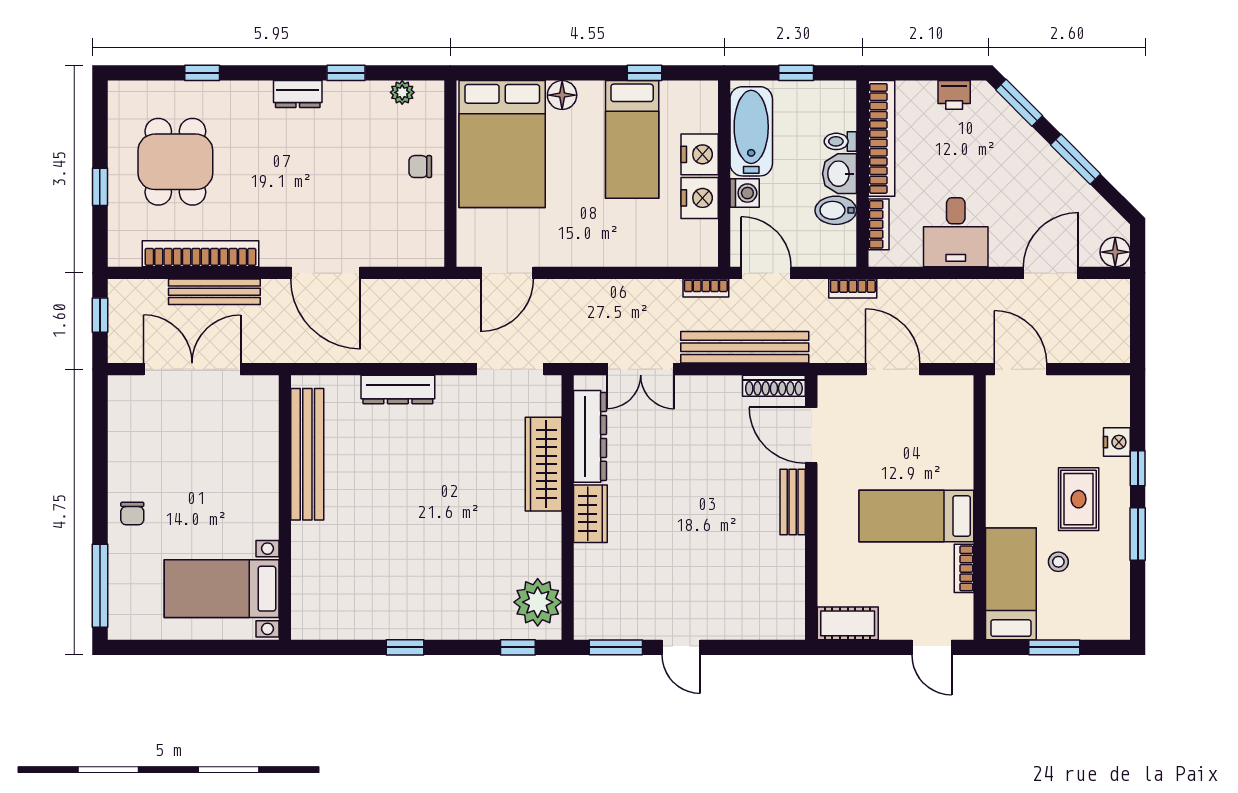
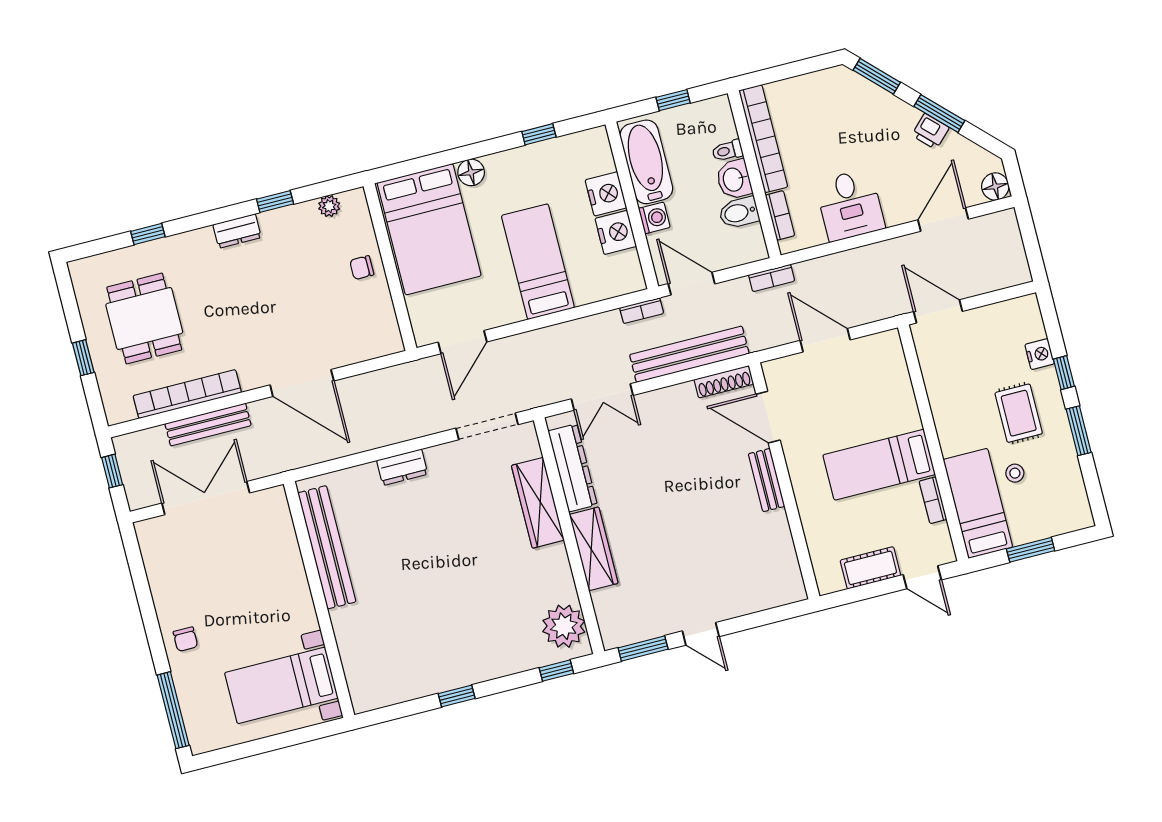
printer: (954, 95) -> (930, 131), moved, turned 45
bed: (632, 139) -> (538, 262), moved, turned 180
dresser: (398, 390) -> (402, 467), width x0.70
wardrobe: (590, 514) -> (594, 549), width x1.50
cot: (848, 623) -> (870, 568), moved

